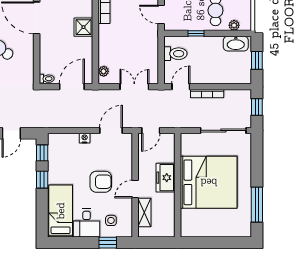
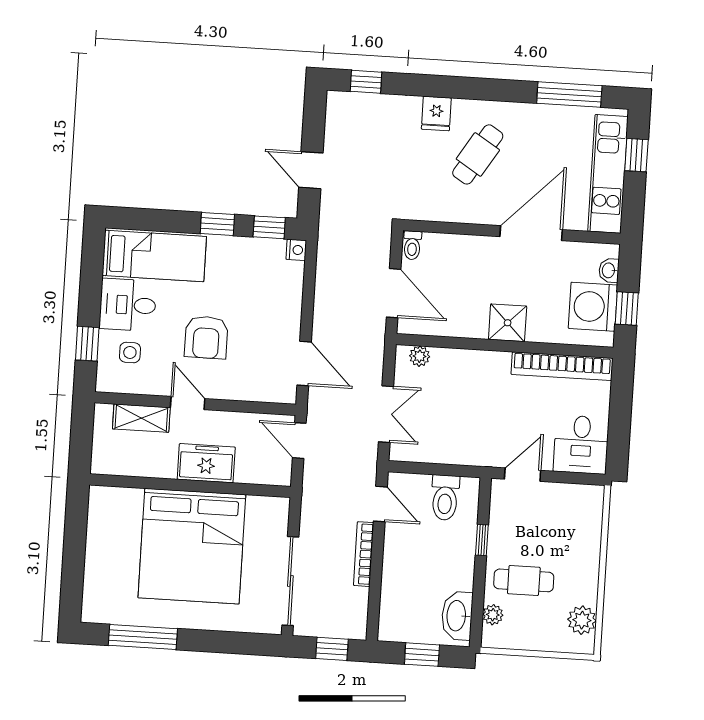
nightstand: (85, 138) -> (296, 250), moved

